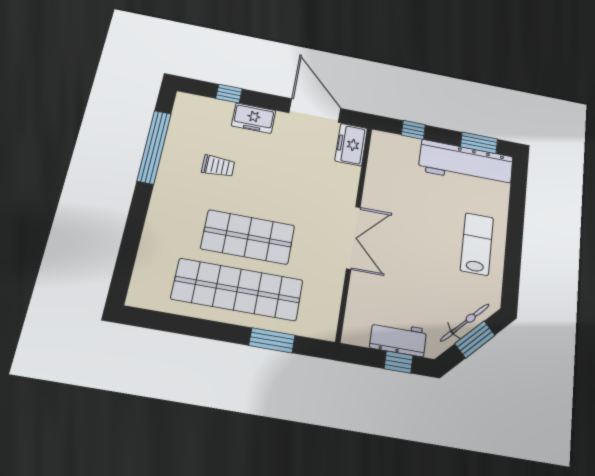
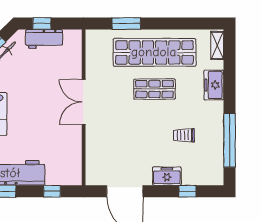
freezer: (351, 145) -> (214, 85), moved, turned 180
shop shelf: (248, 237) -> (154, 89), width x0.70, depth x0.74
shelving: (140, 283) -> (217, 45), added

